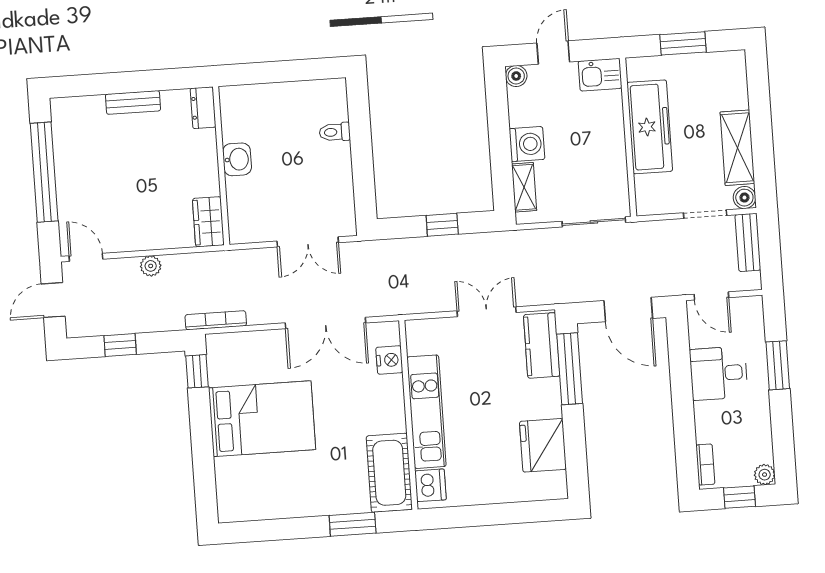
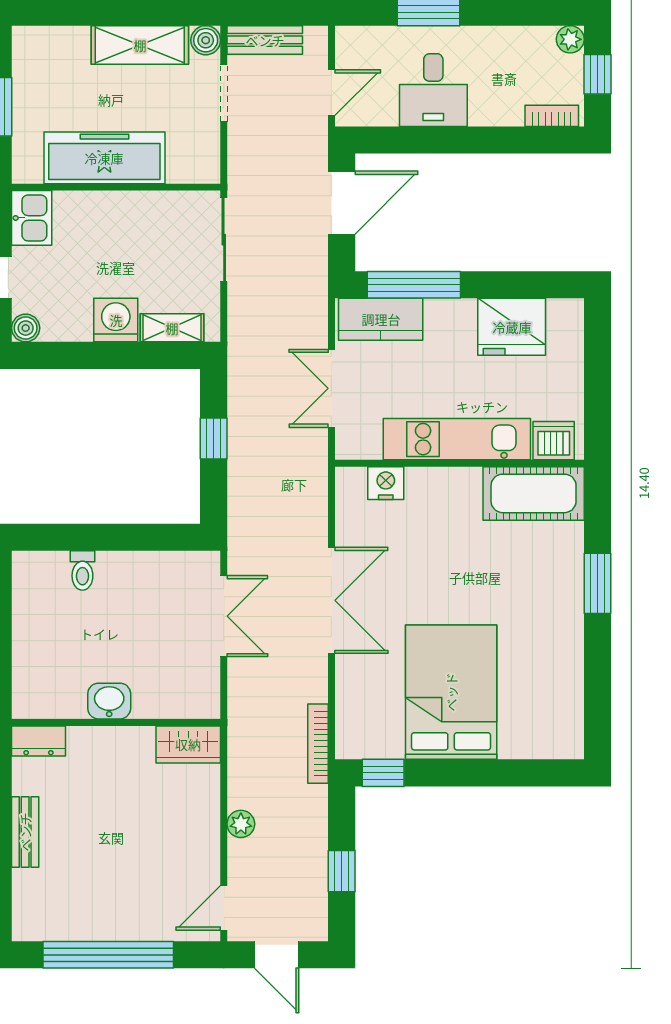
nightstand: (389, 360) -> (386, 483), moved
kitchen unit: (427, 412) -> (457, 439), moved
wall: (408, 415) -> (459, 463), moved
cot: (389, 473) -> (534, 493), moved
dishwasher: (430, 485) -> (554, 441), moved

